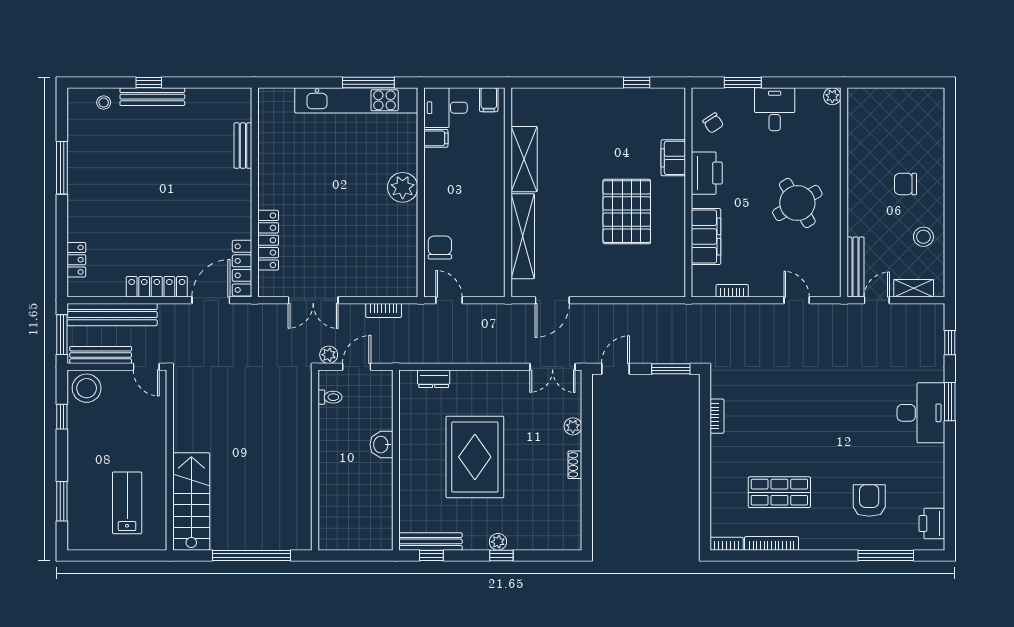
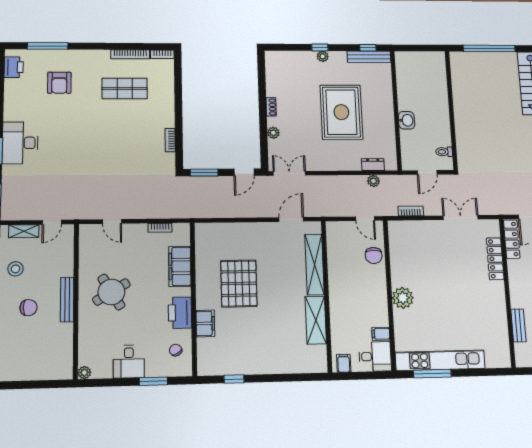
bench: (856, 267) -> (67, 299), moved
plant: (329, 355) -> (373, 181), moved

